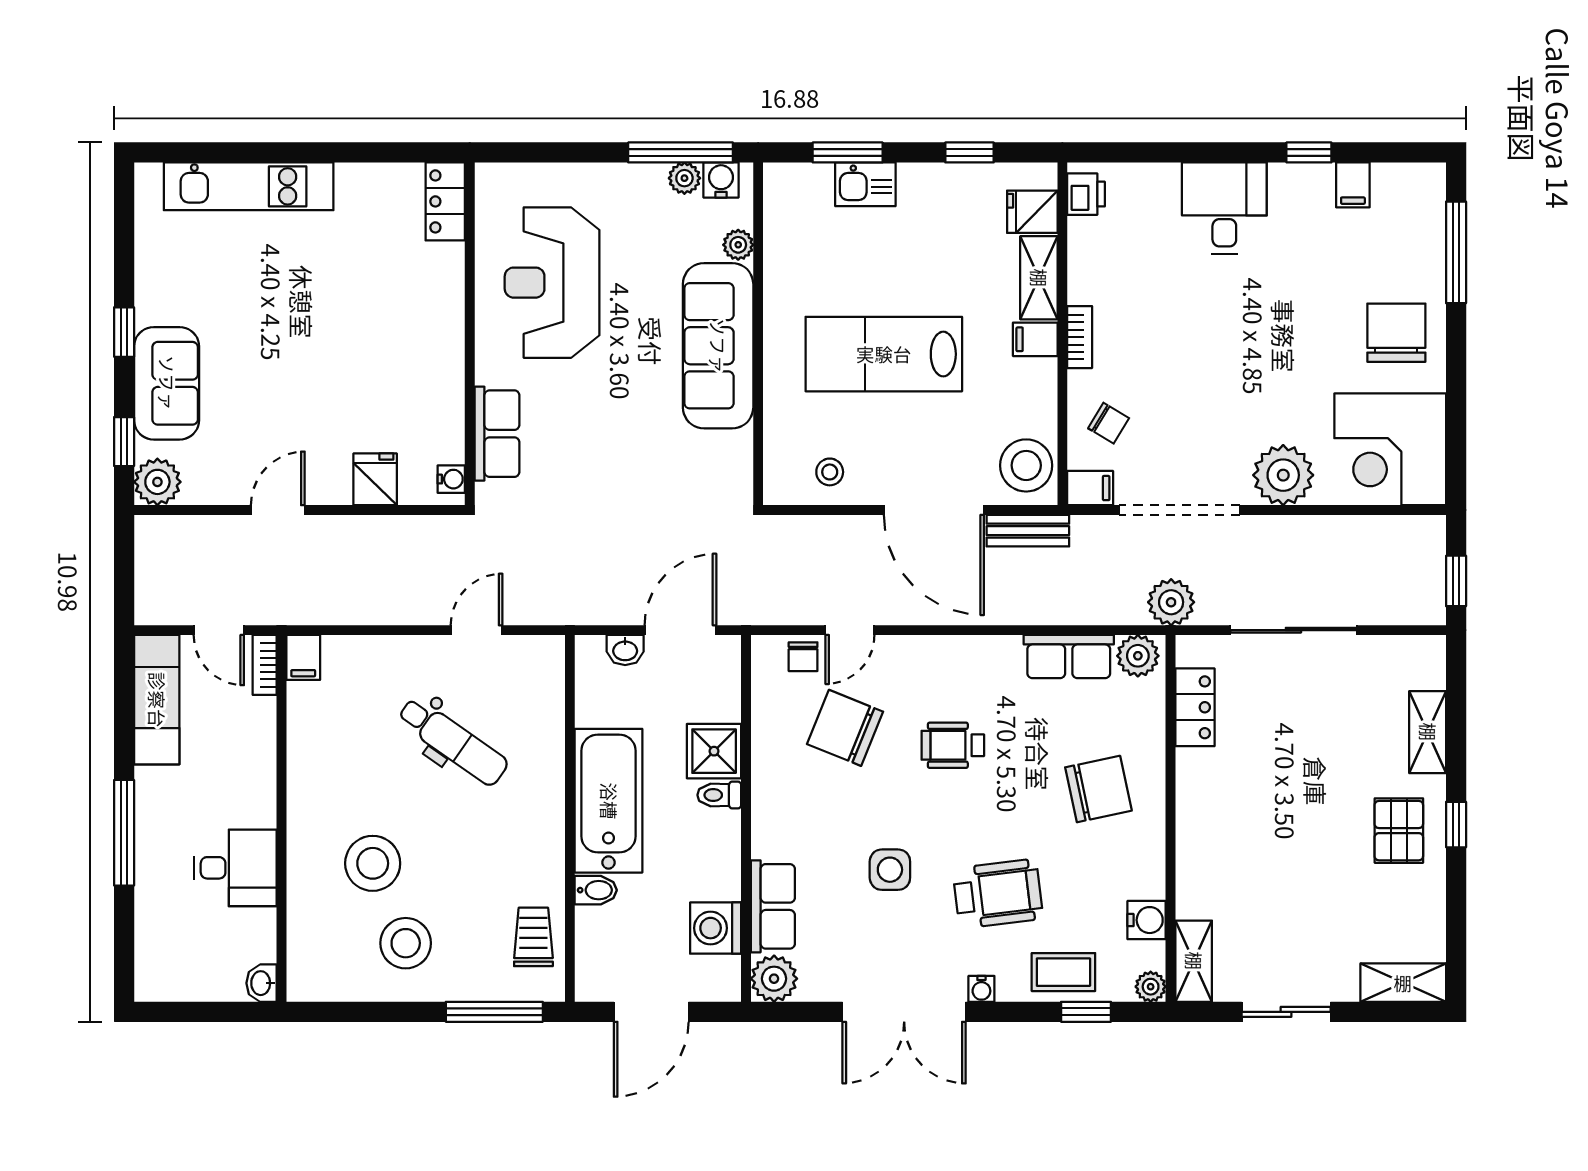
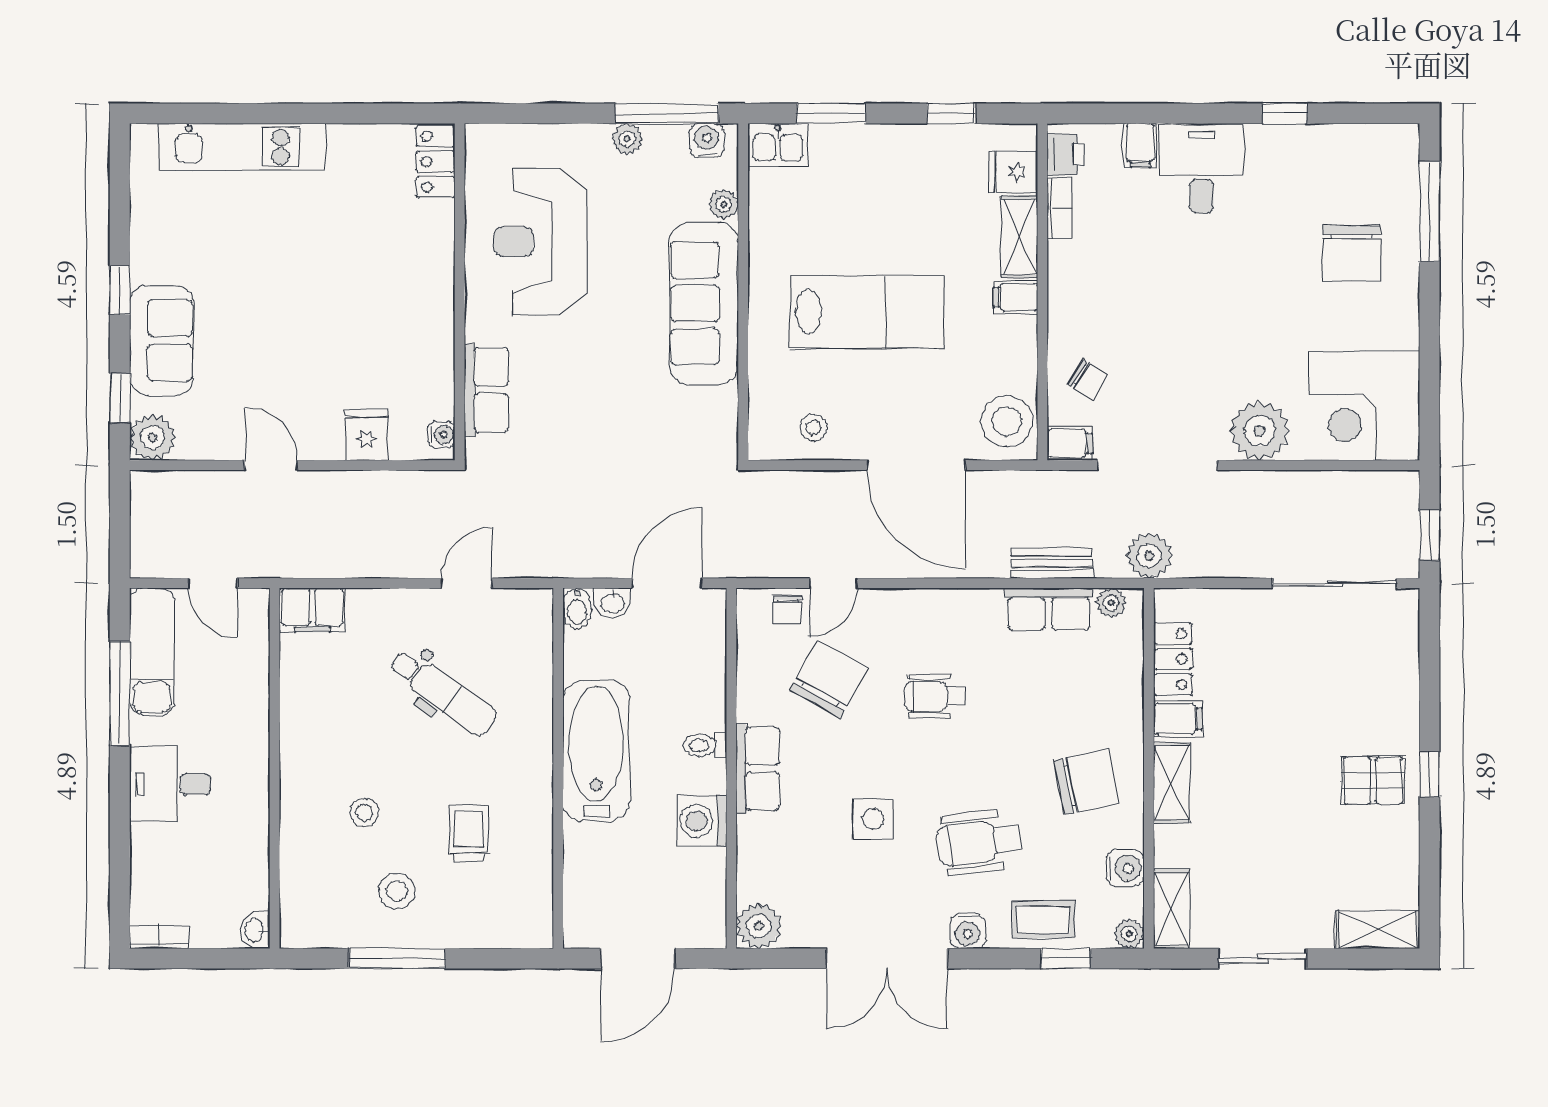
plant: (684, 178) -> (627, 139), moved
kitchen sink: (865, 184) -> (778, 145), moved
filing cabinet: (1353, 185) -> (1140, 145), moved
chair: (1396, 333) -> (1352, 254), moved, turned 180
bookcase: (1080, 337) -> (1059, 208), moved
lab bench: (884, 354) -> (867, 312), turned 180
door: (278, 510) -> (271, 465), hinge flipped
bench: (1028, 531) -> (1052, 563), moved
sliding door: (1293, 630) -> (1335, 583), moved
plant: (1138, 656) -> (1111, 603), width x0.73, depth x0.73
filing cabinet: (303, 657) -> (312, 610), width x2.00
bookcase: (265, 665) -> (159, 937), moved, turned 90
chair: (845, 728) -> (829, 679), turned 97
shelving: (1428, 732) -> (1172, 783), moved
shower: (714, 751) -> (700, 702), removed
filing cabinet: (1200, 768) -> (1178, 719), added
chair: (1098, 789) -> (1086, 782), moved
pallet: (1399, 831) -> (1373, 780), turned 90
window: (124, 833) -> (120, 694), moved
stool: (373, 863) -> (364, 812), width x0.53, depth x0.53
desk: (235, 868) -> (170, 784), moved, turned 180
bidet: (596, 890) -> (577, 609), moved, turned 90
wheelchair: (998, 894) -> (979, 842), turned 180
row of seats: (773, 906) -> (758, 769), moved
washing machine: (716, 928) -> (701, 821), moved
trolley: (533, 937) -> (469, 833), moved
stool: (406, 943) -> (397, 891), width x0.73, depth x0.73
water cooler: (981, 989) -> (968, 931), width x1.38, depth x1.38
window: (494, 1012) -> (397, 959), moved

